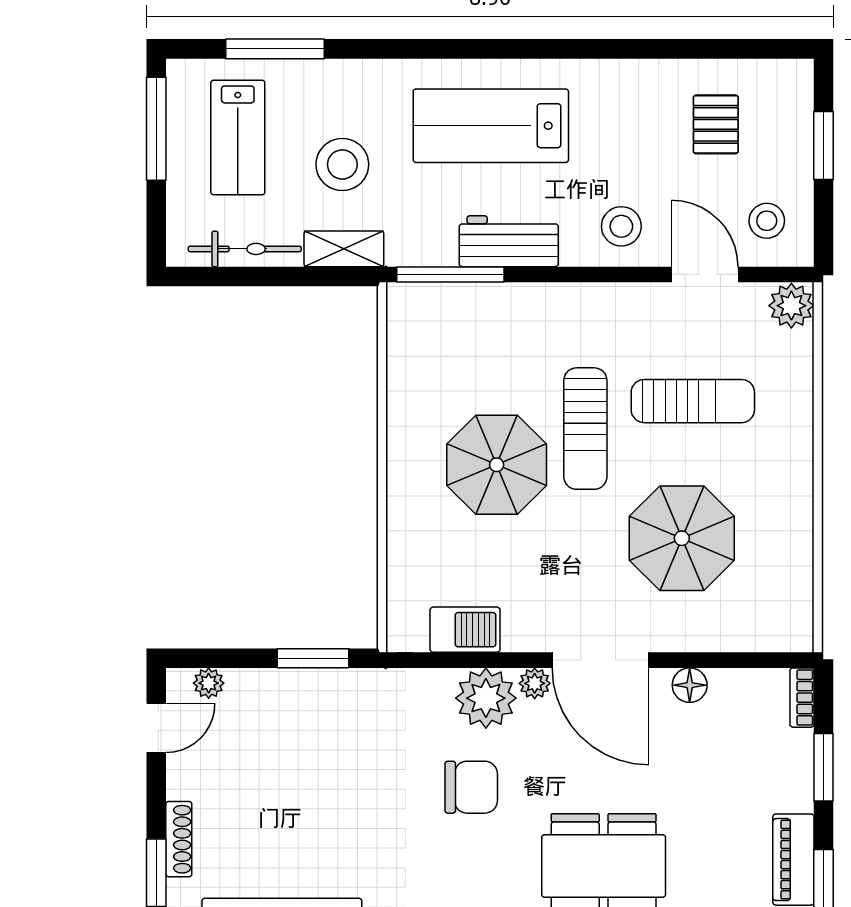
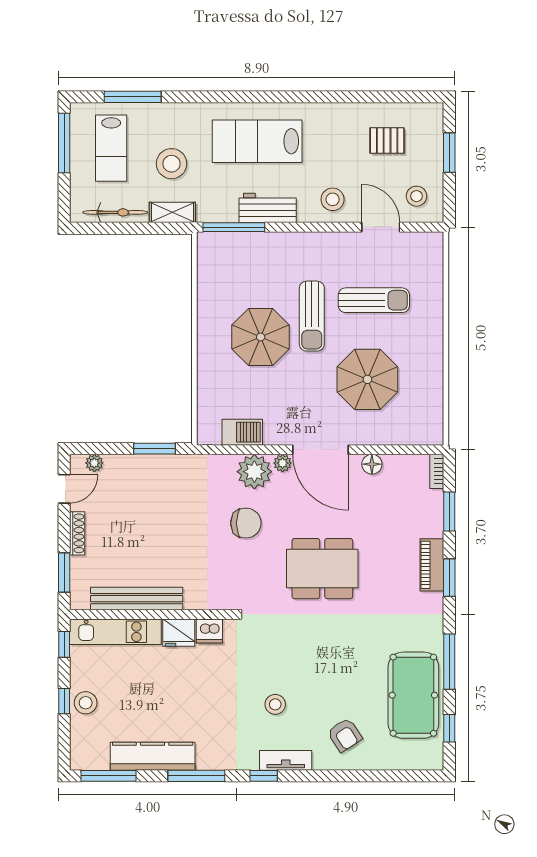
pallet: (716, 124) -> (387, 140), turned 90
plant: (791, 306) -> (431, 245), removed
shoe rack: (179, 839) -> (77, 533), moved

